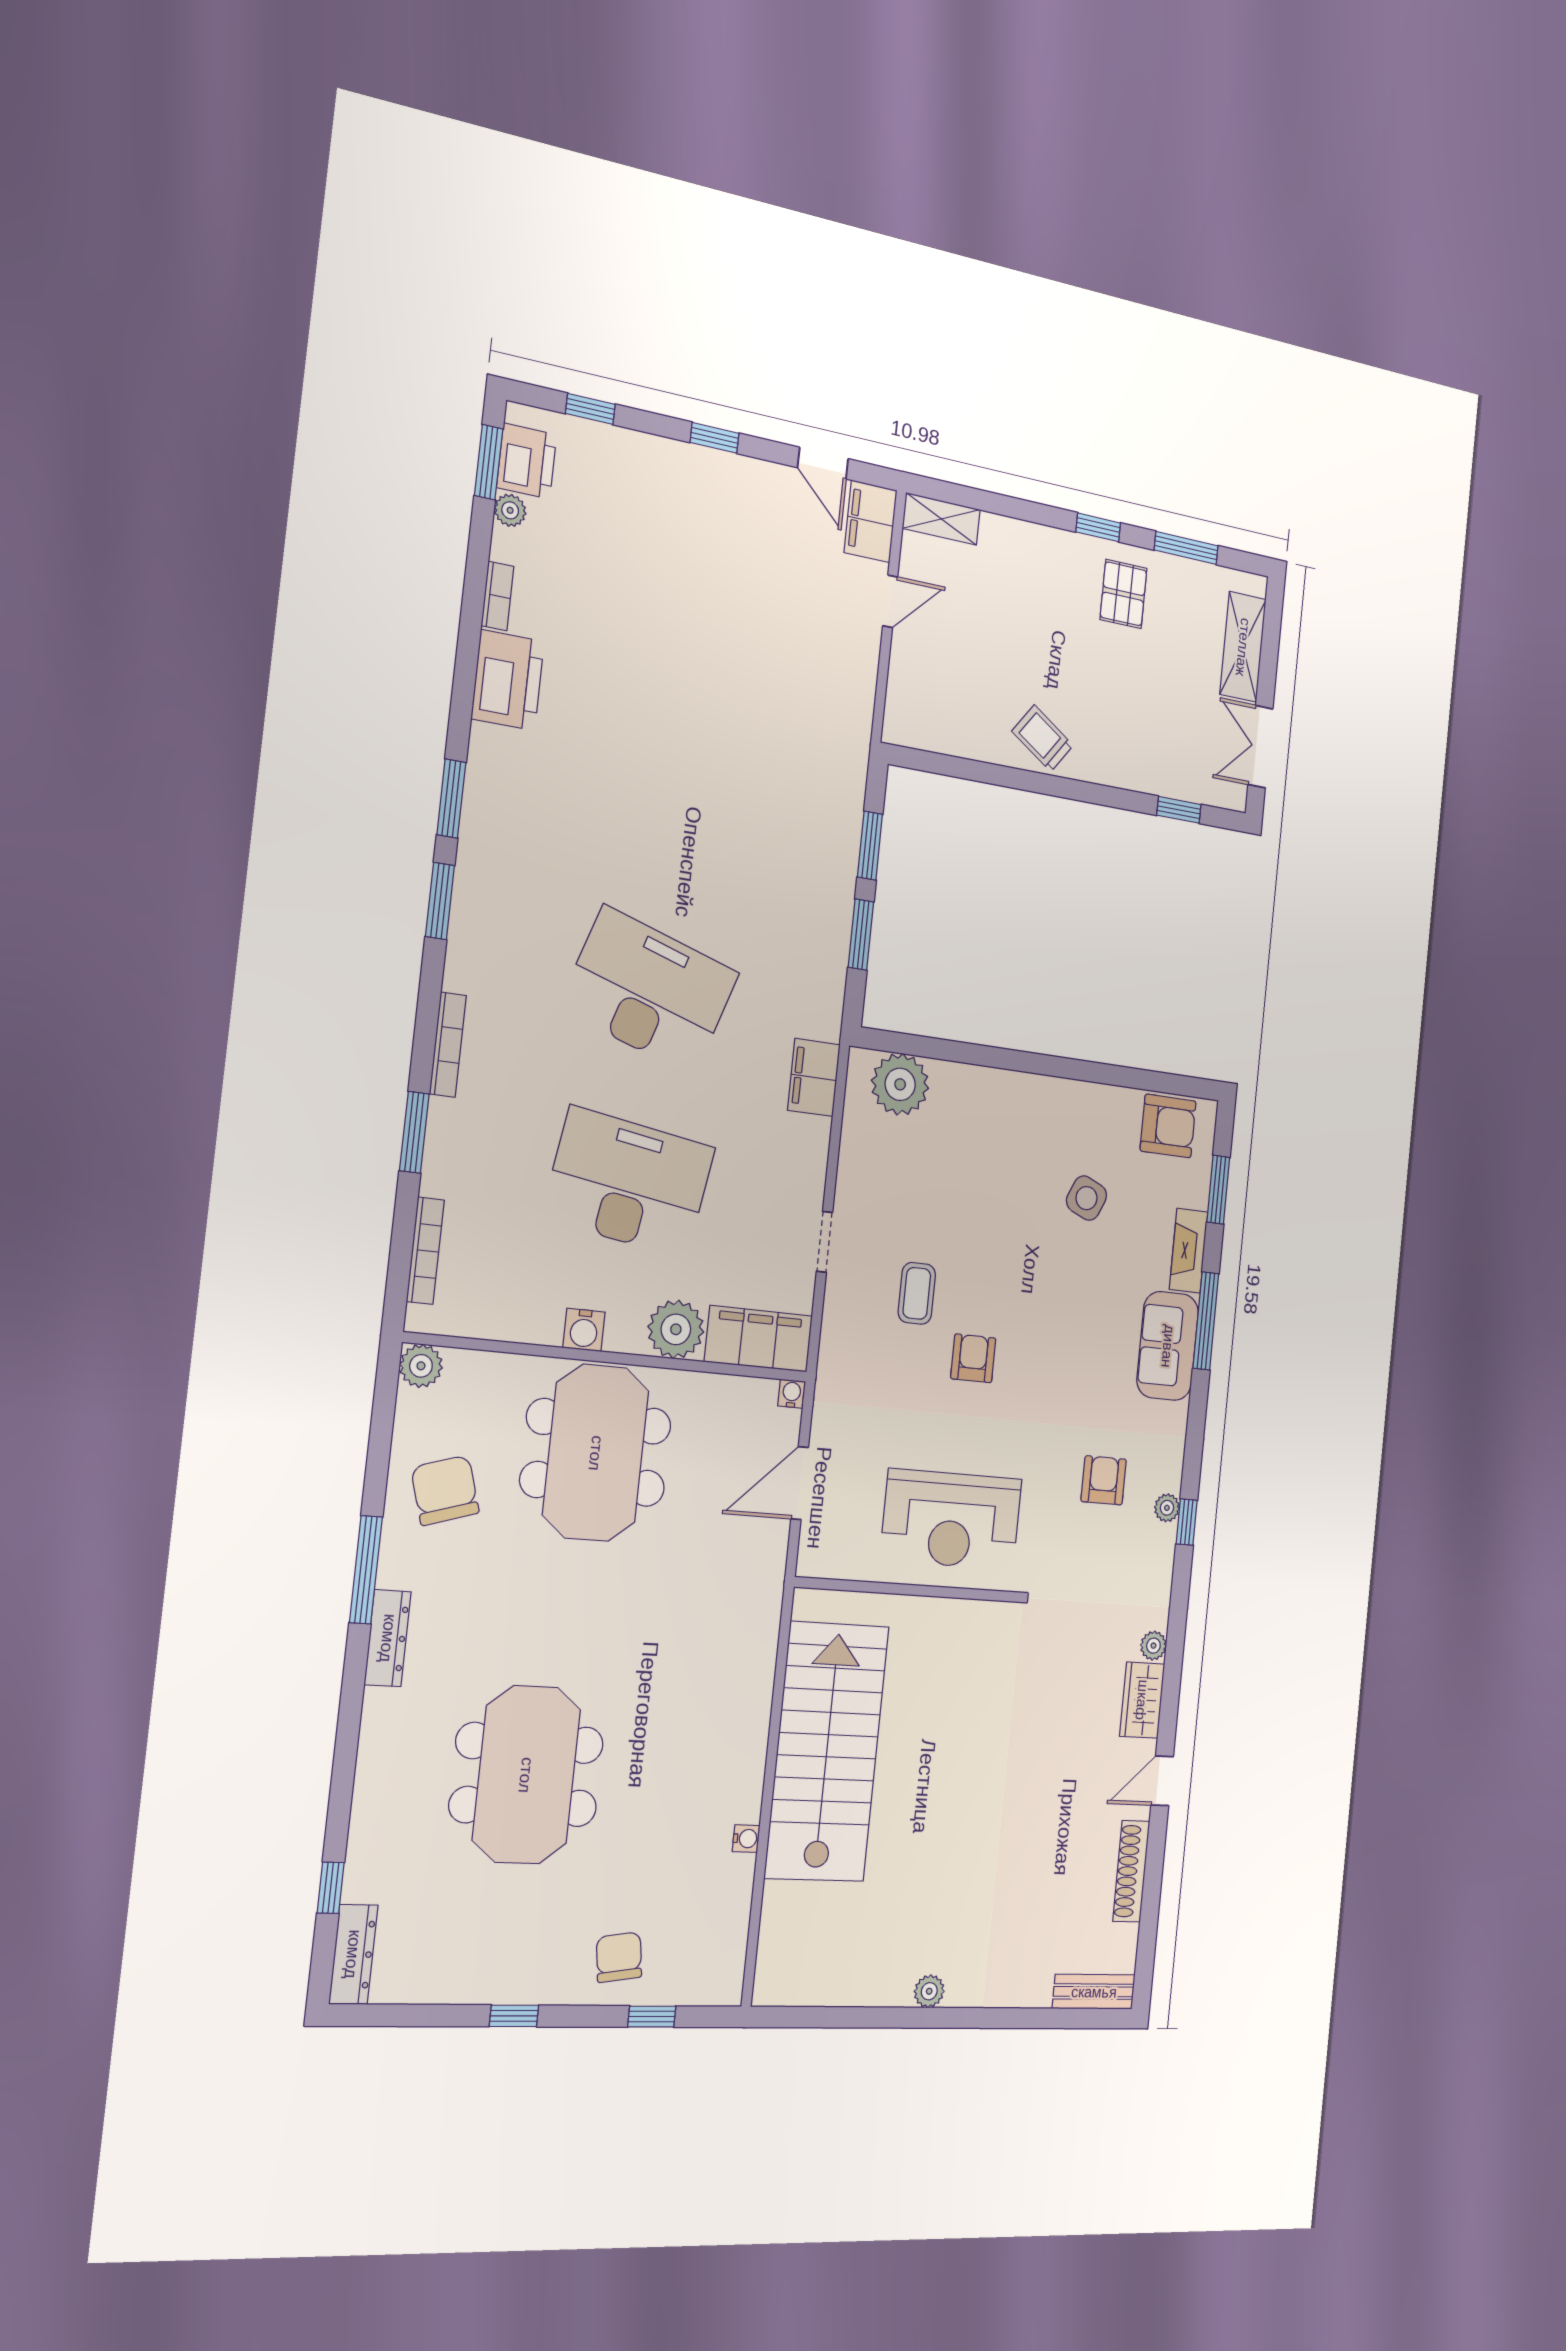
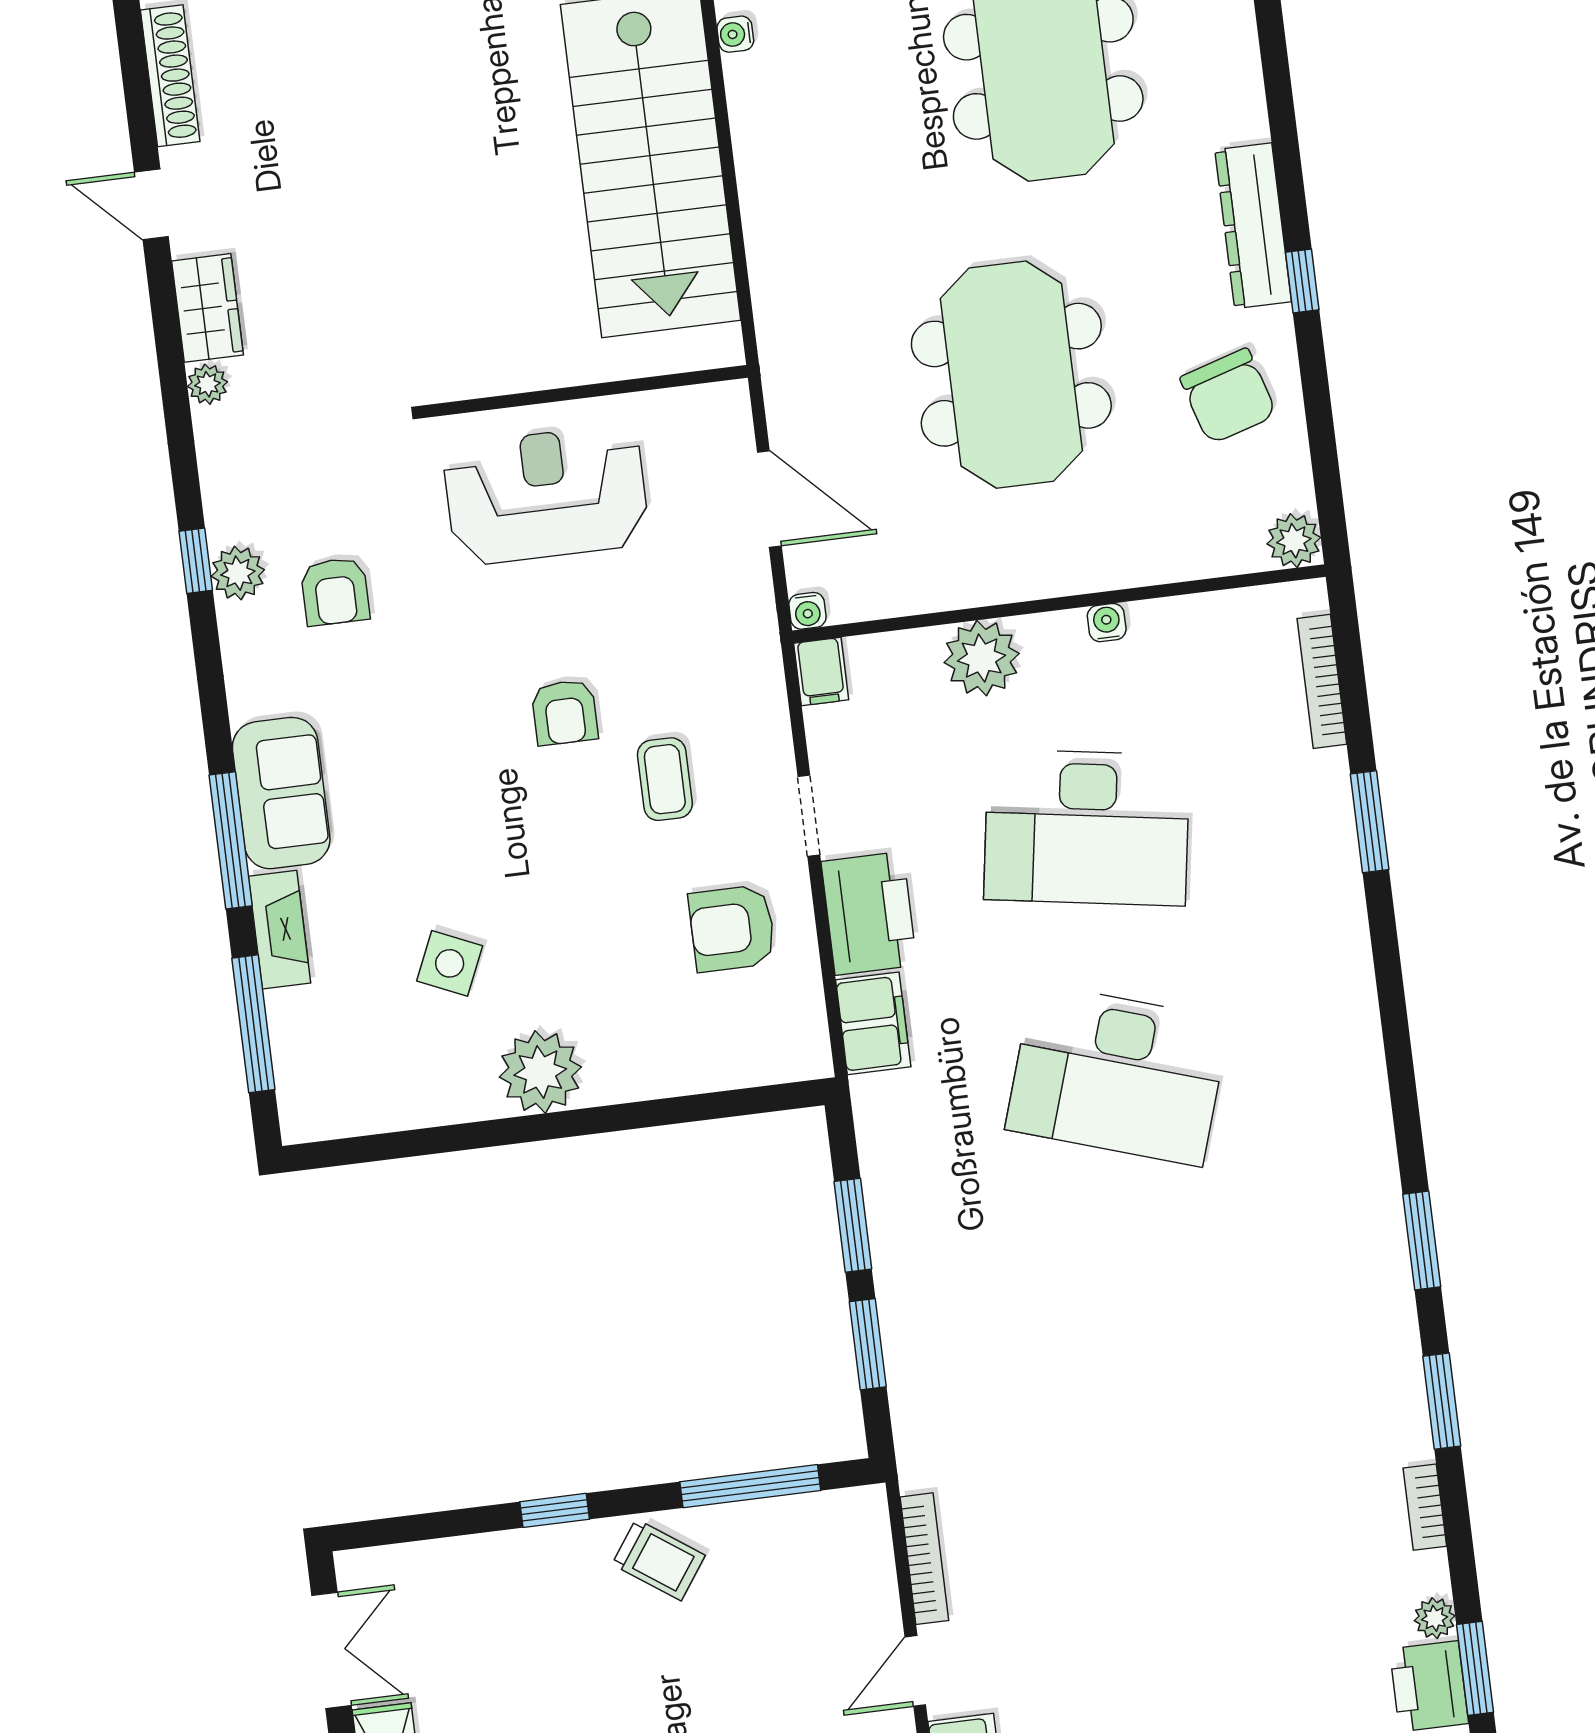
printer: (508, 680) -> (869, 913), moved, turned 180
window: (971, 770) -> (750, 1486), added
window: (1179, 810) -> (555, 1510), moved
window: (440, 901) -> (1442, 1401), moved
bookcase: (448, 1045) -> (924, 1559), moved, turned 180
plant: (900, 1084) -> (540, 1072), moved
armchair: (1168, 1126) -> (732, 928), moved
window: (1218, 1190) -> (253, 1024), width x1.44
water cooler: (584, 1330) -> (1107, 623), width x0.72, depth x0.72
filing cabinet: (759, 1339) -> (821, 672), width x0.33, depth x0.86
meeting table: (596, 1453) -> (1011, 375), moved
door: (800, 1483) -> (769, 499), hinge flipped
plant: (1167, 1508) -> (238, 573), width x1.38, depth x1.38
window: (366, 1570) -> (1302, 281), width x0.46
dresser: (388, 1638) -> (1253, 226), width x1.37, depth x1.24
door: (1162, 1781) -> (151, 204), swing flipped

